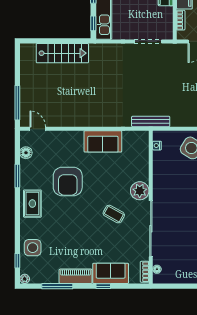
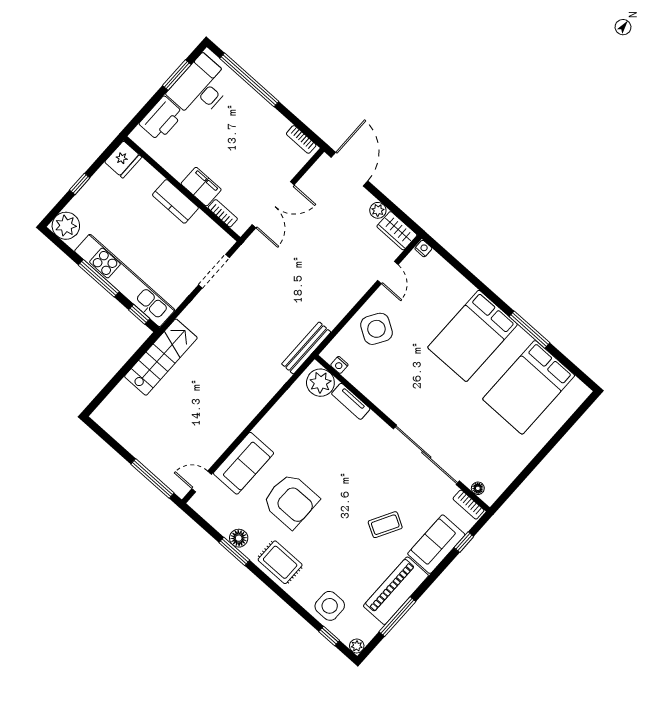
stairs: (62, 53) -> (161, 357), moved
sofa: (103, 141) -> (244, 463), moved
floor lamp: (26, 153) -> (239, 538), moved
tv unit: (144, 167) -> (351, 401), added
plant: (140, 191) -> (320, 383), moved
coffee table: (114, 214) -> (385, 525), moved
piano: (76, 276) -> (396, 591), width x1.37, depth x1.33
window: (103, 286) -> (464, 542), moved

